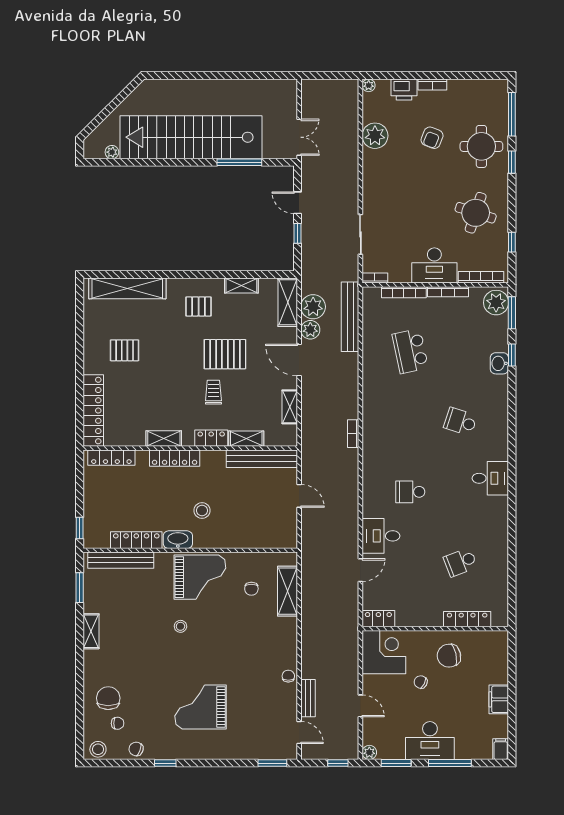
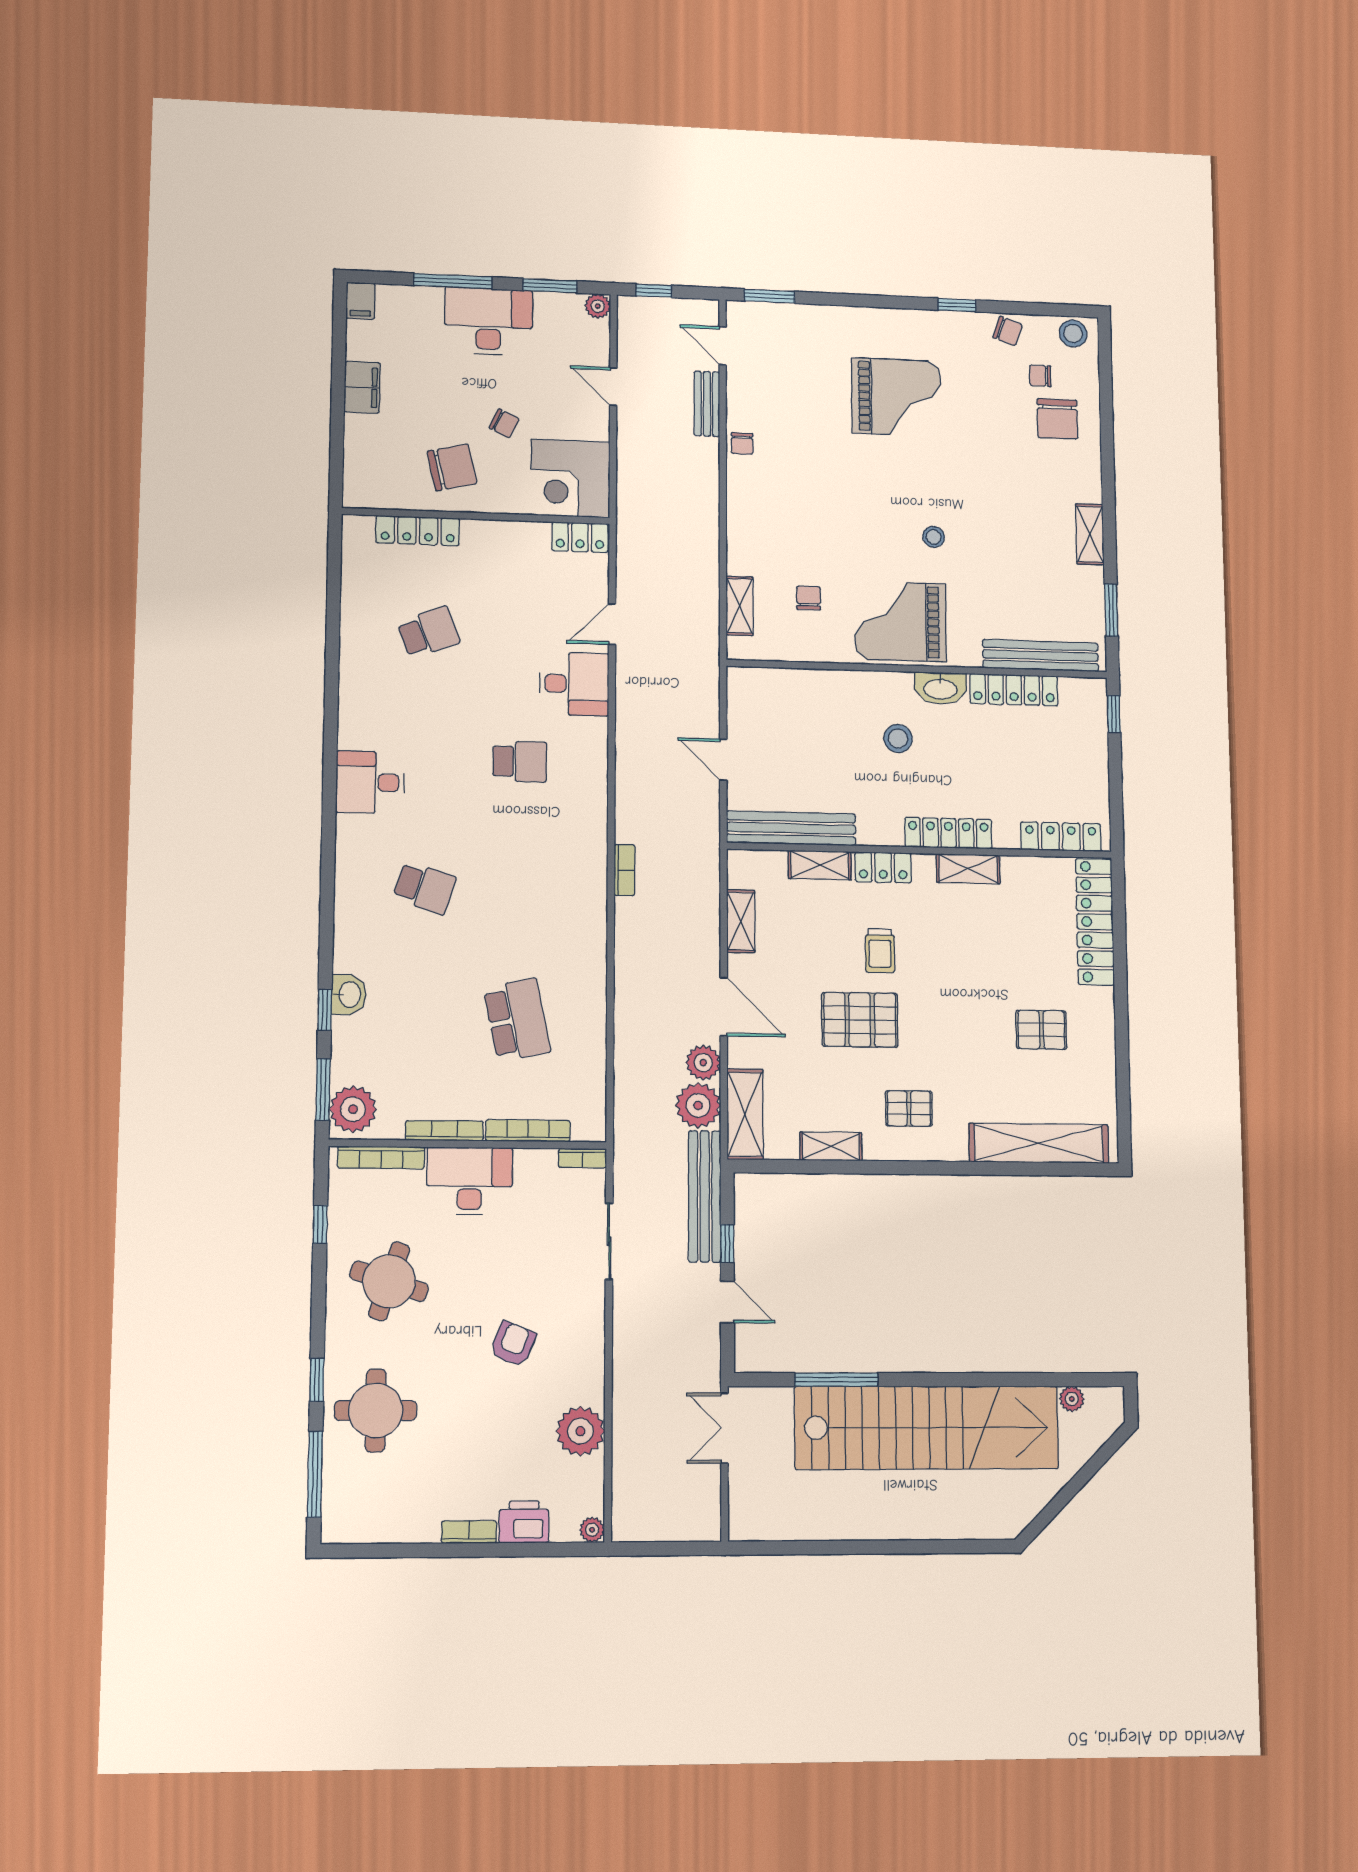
armchair: (432, 138) -> (513, 1344), moved
bench: (350, 317) -> (705, 1196), moved
shelving: (287, 591) -> (740, 606), width x0.67, depth x0.75

